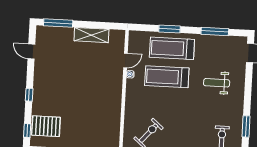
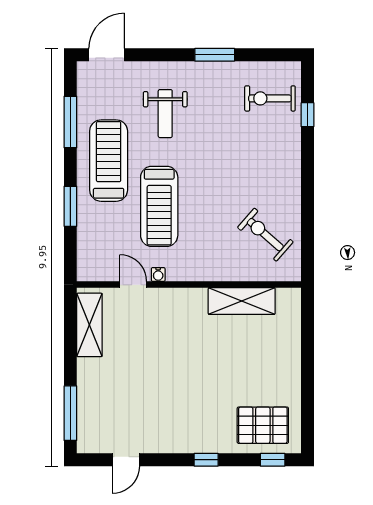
shelving: (91, 35) -> (89, 325), moved
treadmill: (172, 48) -> (109, 161), moved, turned 180
shelving: (113, 118) -> (242, 301), added
pallet: (46, 126) -> (263, 425), turned 90
window: (246, 126) -> (215, 55), moved

